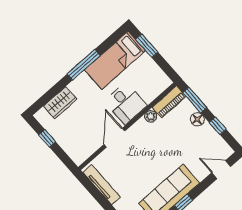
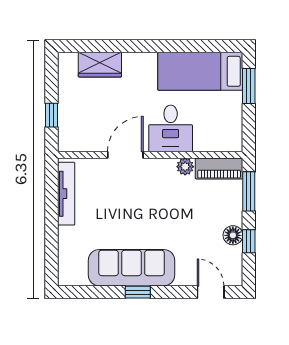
window: (84, 65) -> (162, 46), removed
floor lamp: (197, 119) -> (233, 235), moved
window: (47, 138) -> (52, 115), moved

